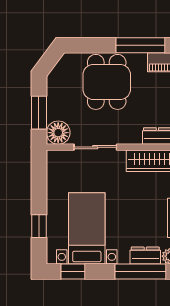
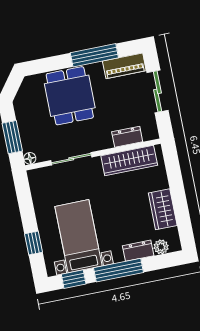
floor lamp: (58, 133) -> (30, 158), width x0.53, depth x0.53
window: (140, 271) -> (119, 270), moved

